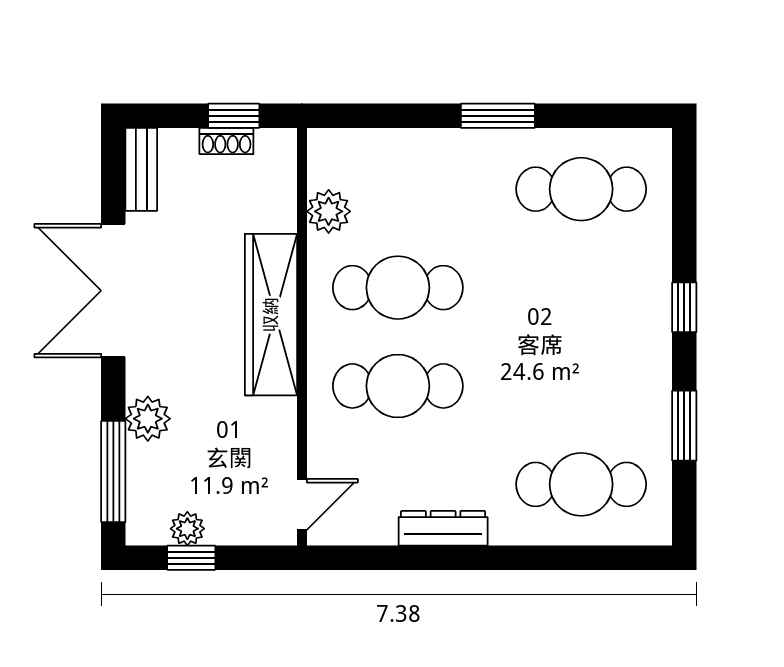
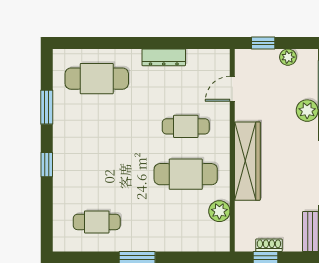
cafe table: (581, 189) -> (97, 222), width x0.73, depth x0.74
cafe table: (398, 386) -> (186, 126), width x0.73, depth x0.74
door: (302, 504) -> (232, 89), moved
window: (191, 558) -> (263, 43), moved

